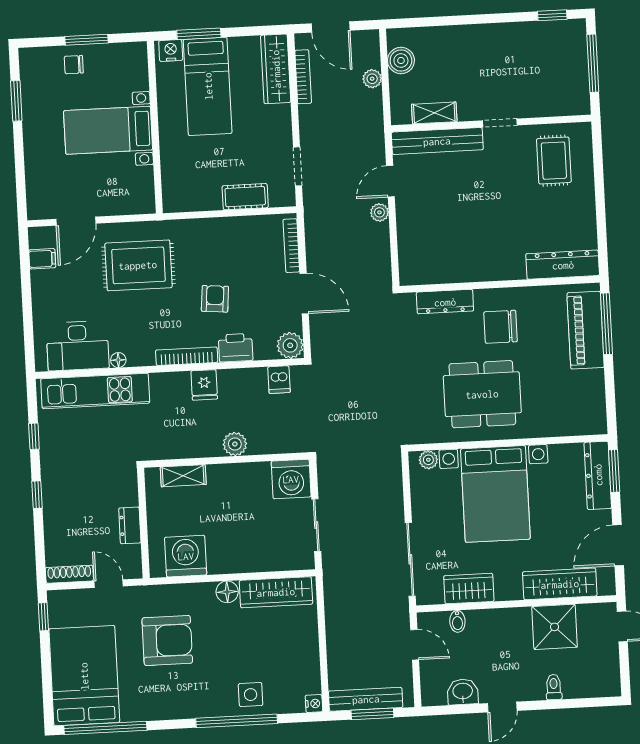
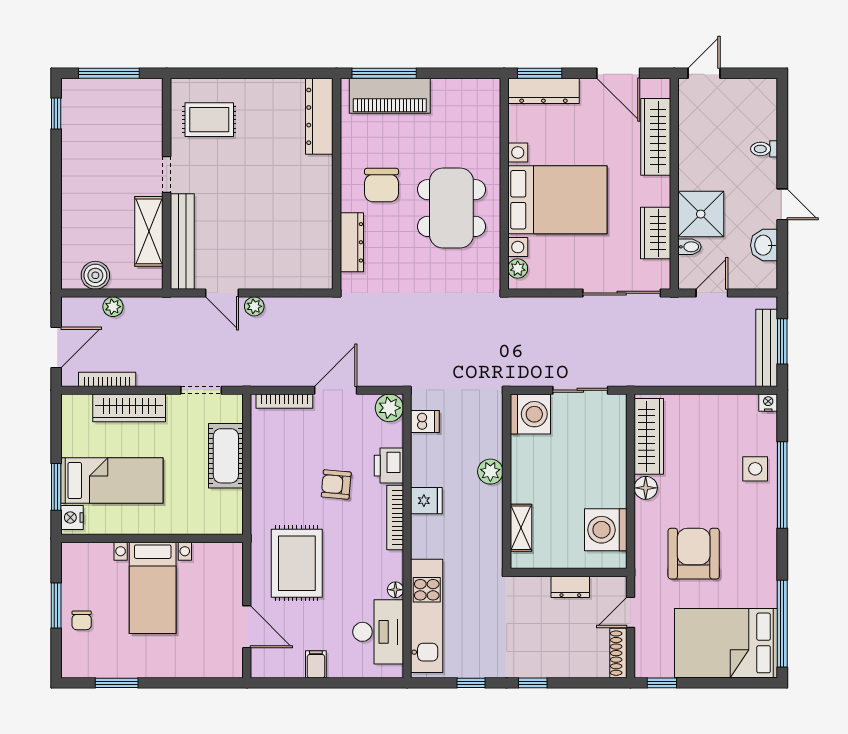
wardrobe: (276, 69) -> (129, 408), moved
shelving: (434, 113) -> (149, 231), width x1.50, depth x1.33
cot: (245, 197) -> (226, 456), width x1.37, depth x1.34
filing cabinet: (42, 259) -> (316, 664), moved
shower: (555, 627) -> (701, 214), moved

